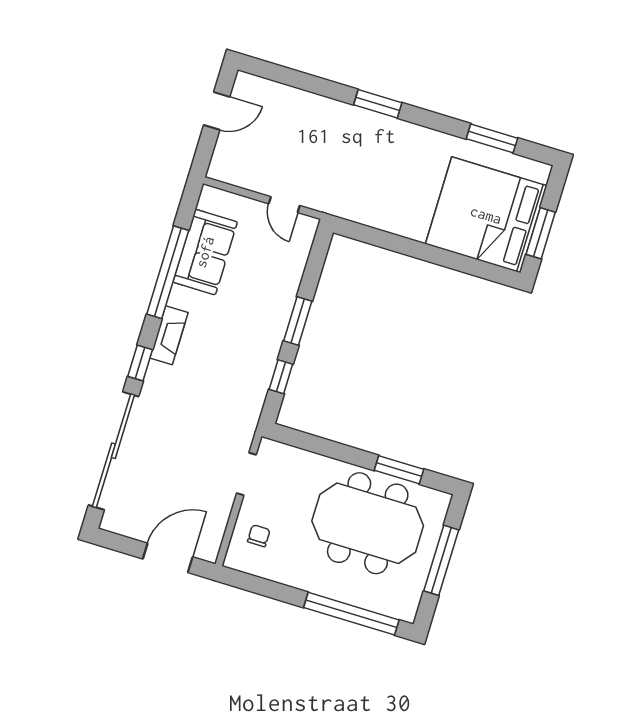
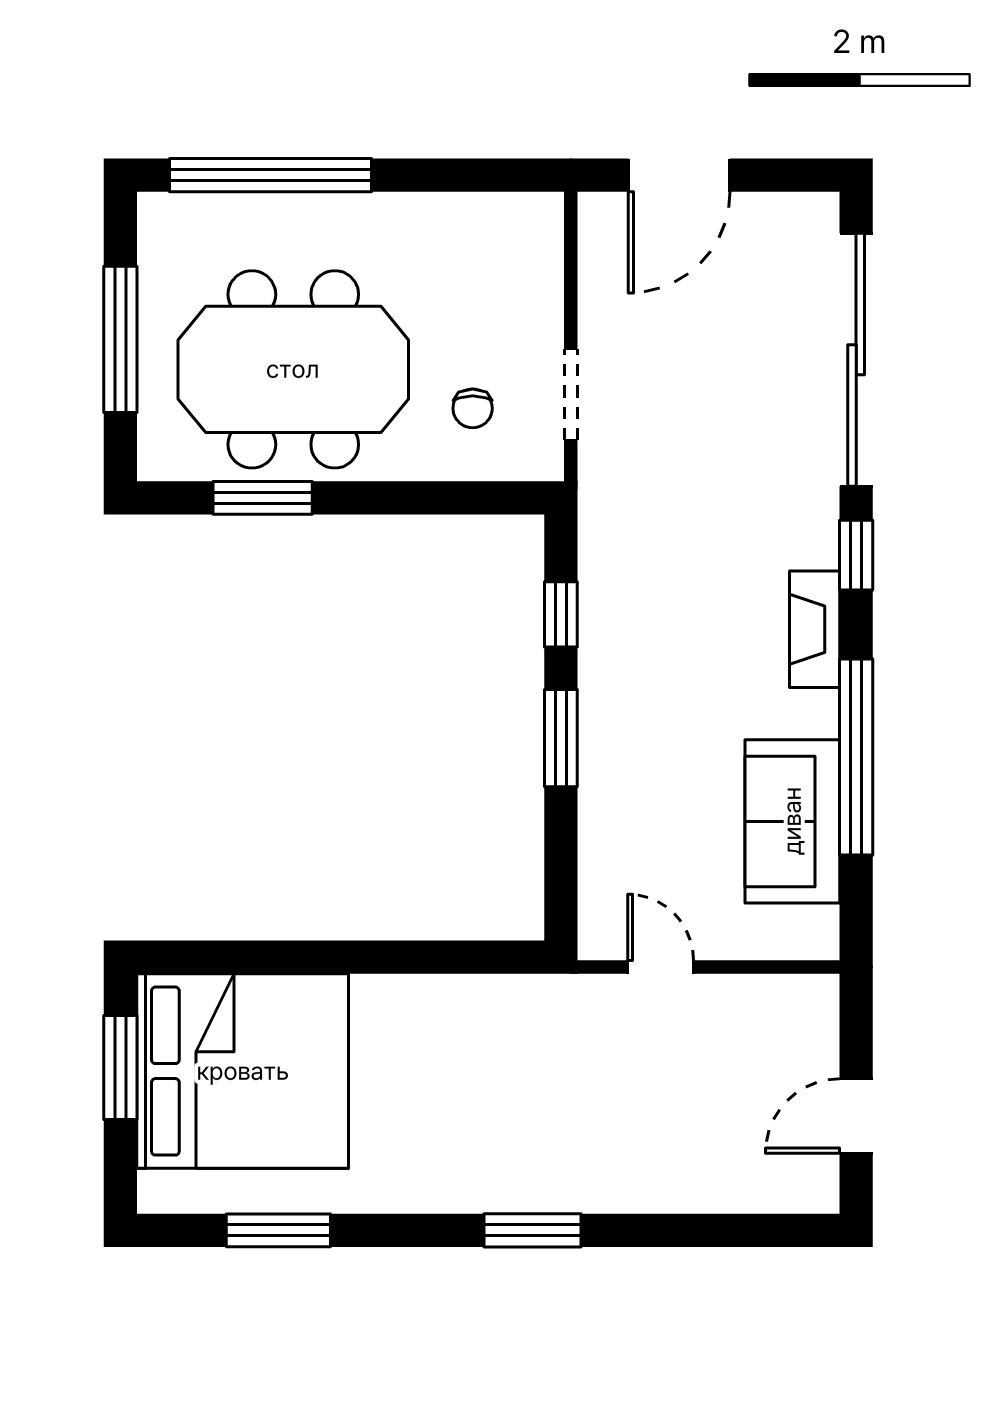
chair: (259, 536) -> (473, 408), moved

